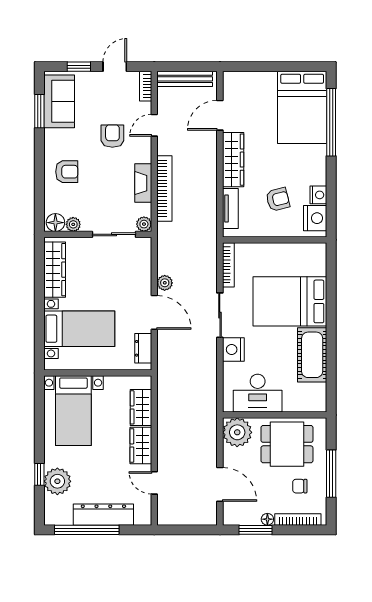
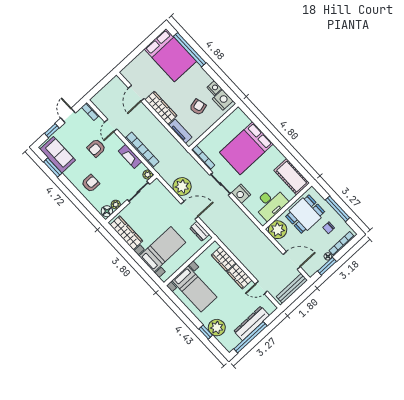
bench: (185, 79) -> (292, 288), moved
armchair: (112, 136) -> (96, 148), turned -90
plant: (165, 283) -> (182, 187), width x1.88, depth x1.88
cot: (312, 355) -> (292, 177), moved

